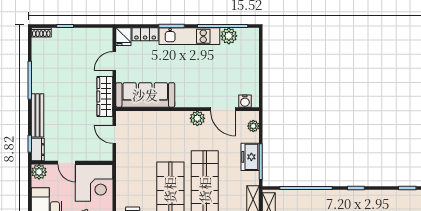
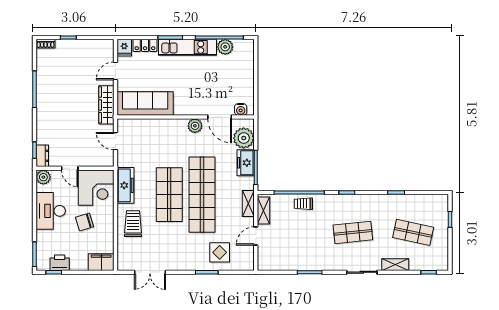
bench: (38, 115) -> (42, 123), removed
plant: (253, 126) -> (244, 138), width x1.88, depth x1.88
freezer: (125, 181) -> (125, 185), added
trolley: (310, 200) -> (303, 204), added

